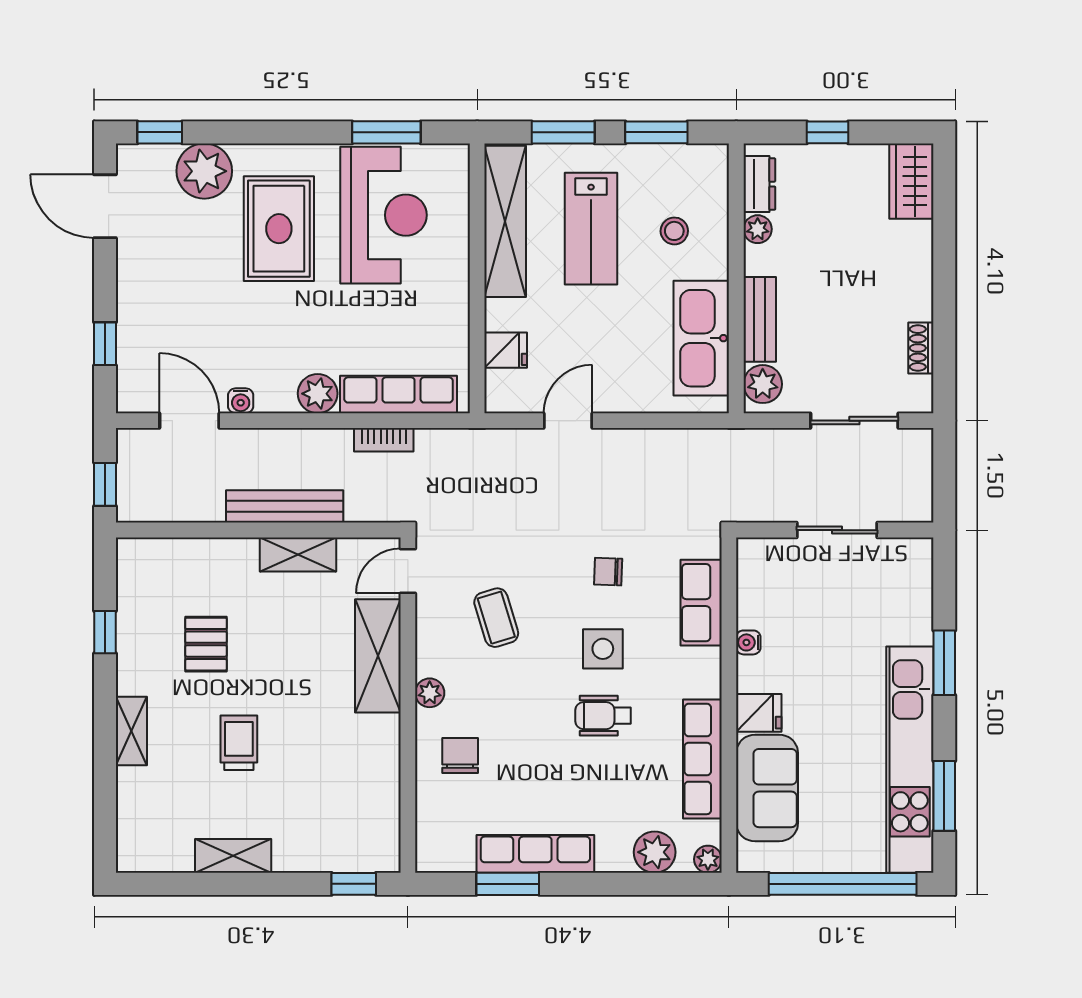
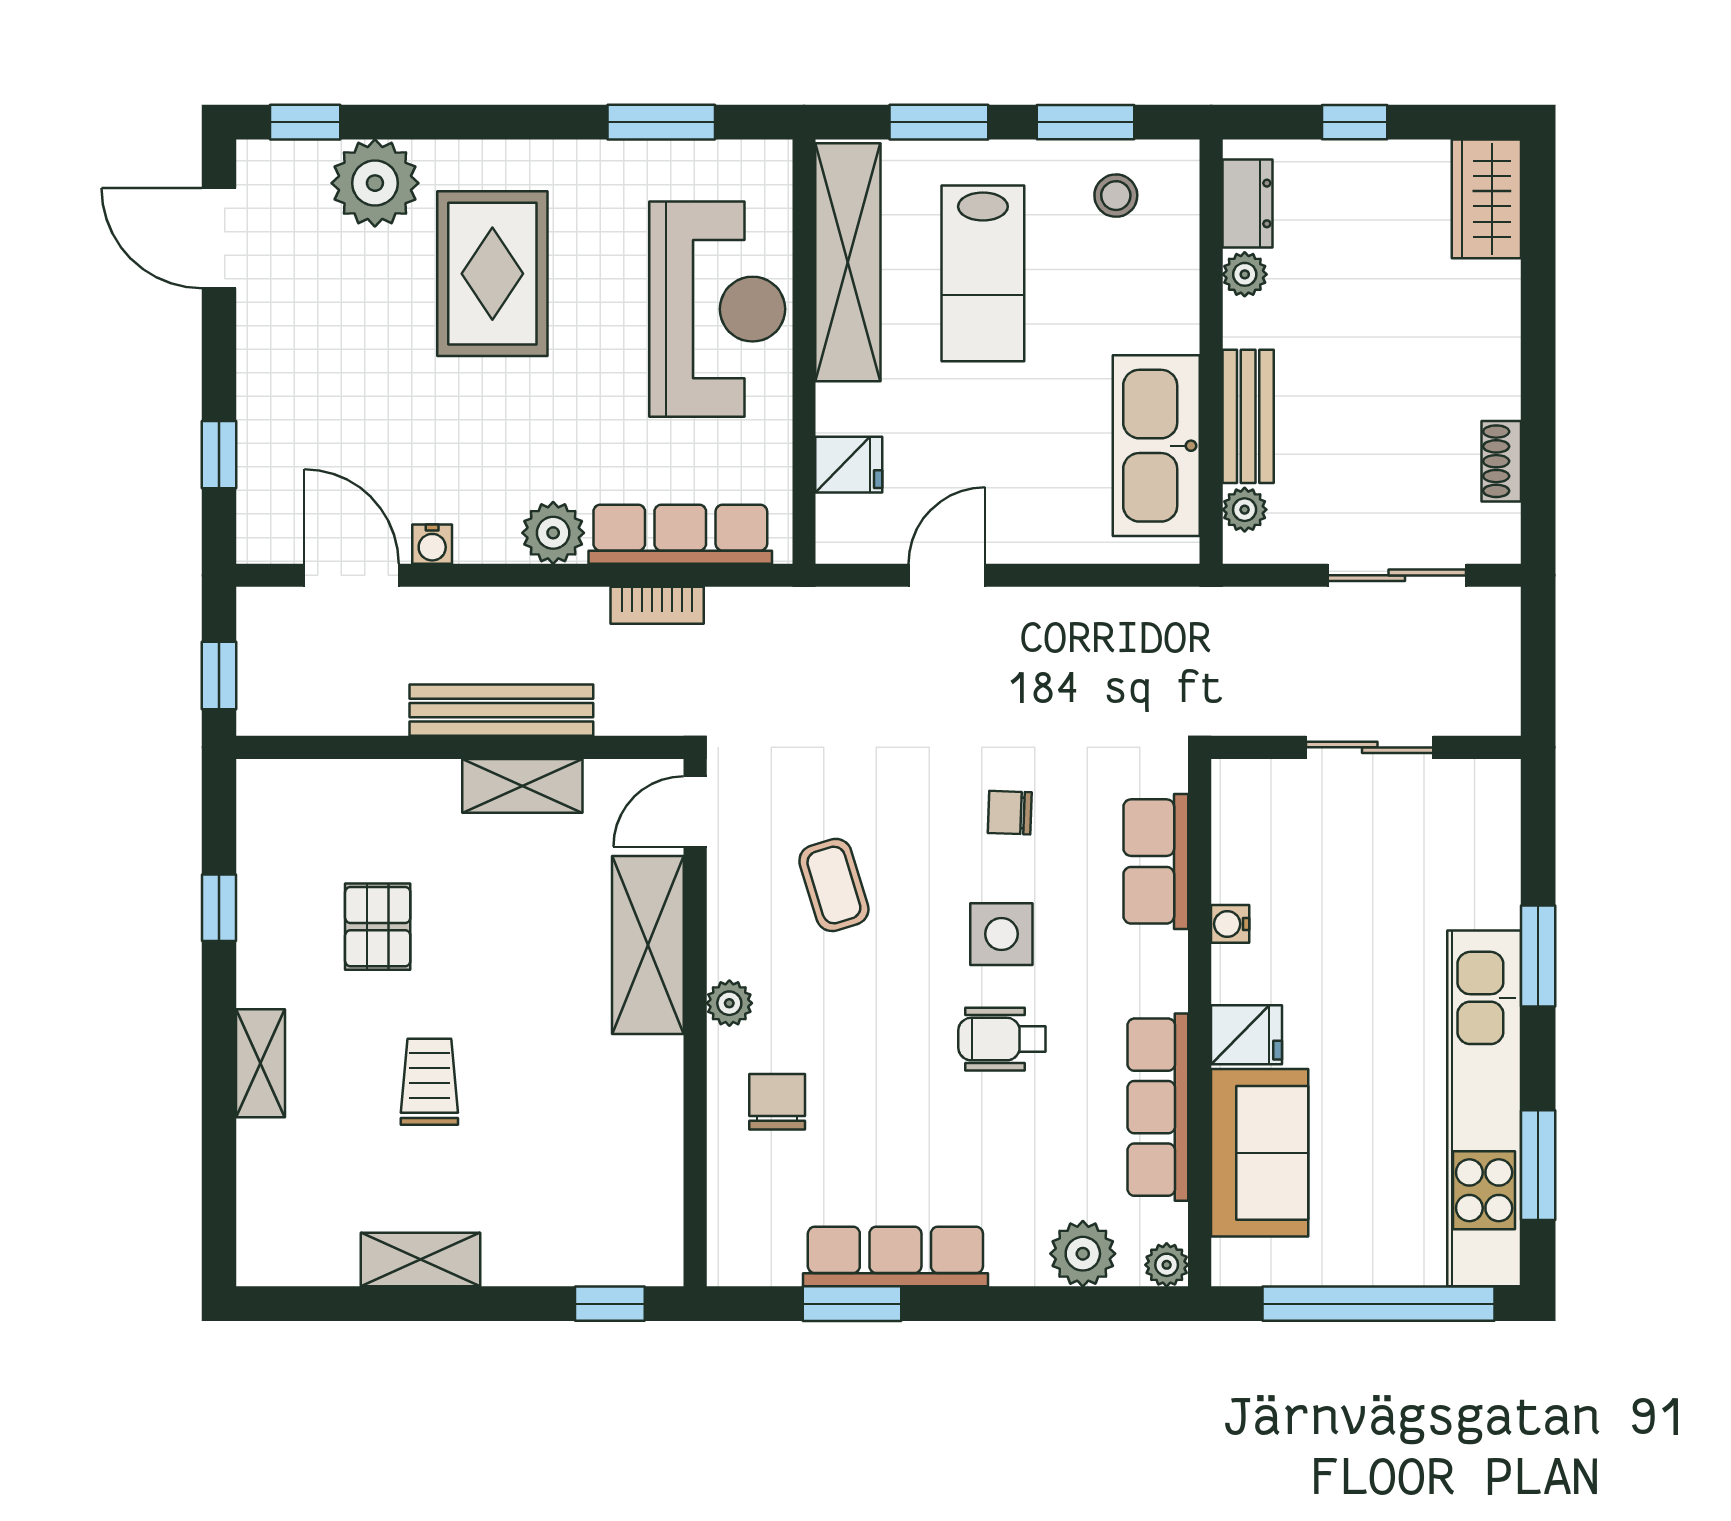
reception desk: (383, 215) -> (717, 309), moved
stool: (674, 231) -> (1116, 196), moved
plant: (763, 384) -> (1245, 510), width x0.73, depth x0.73

